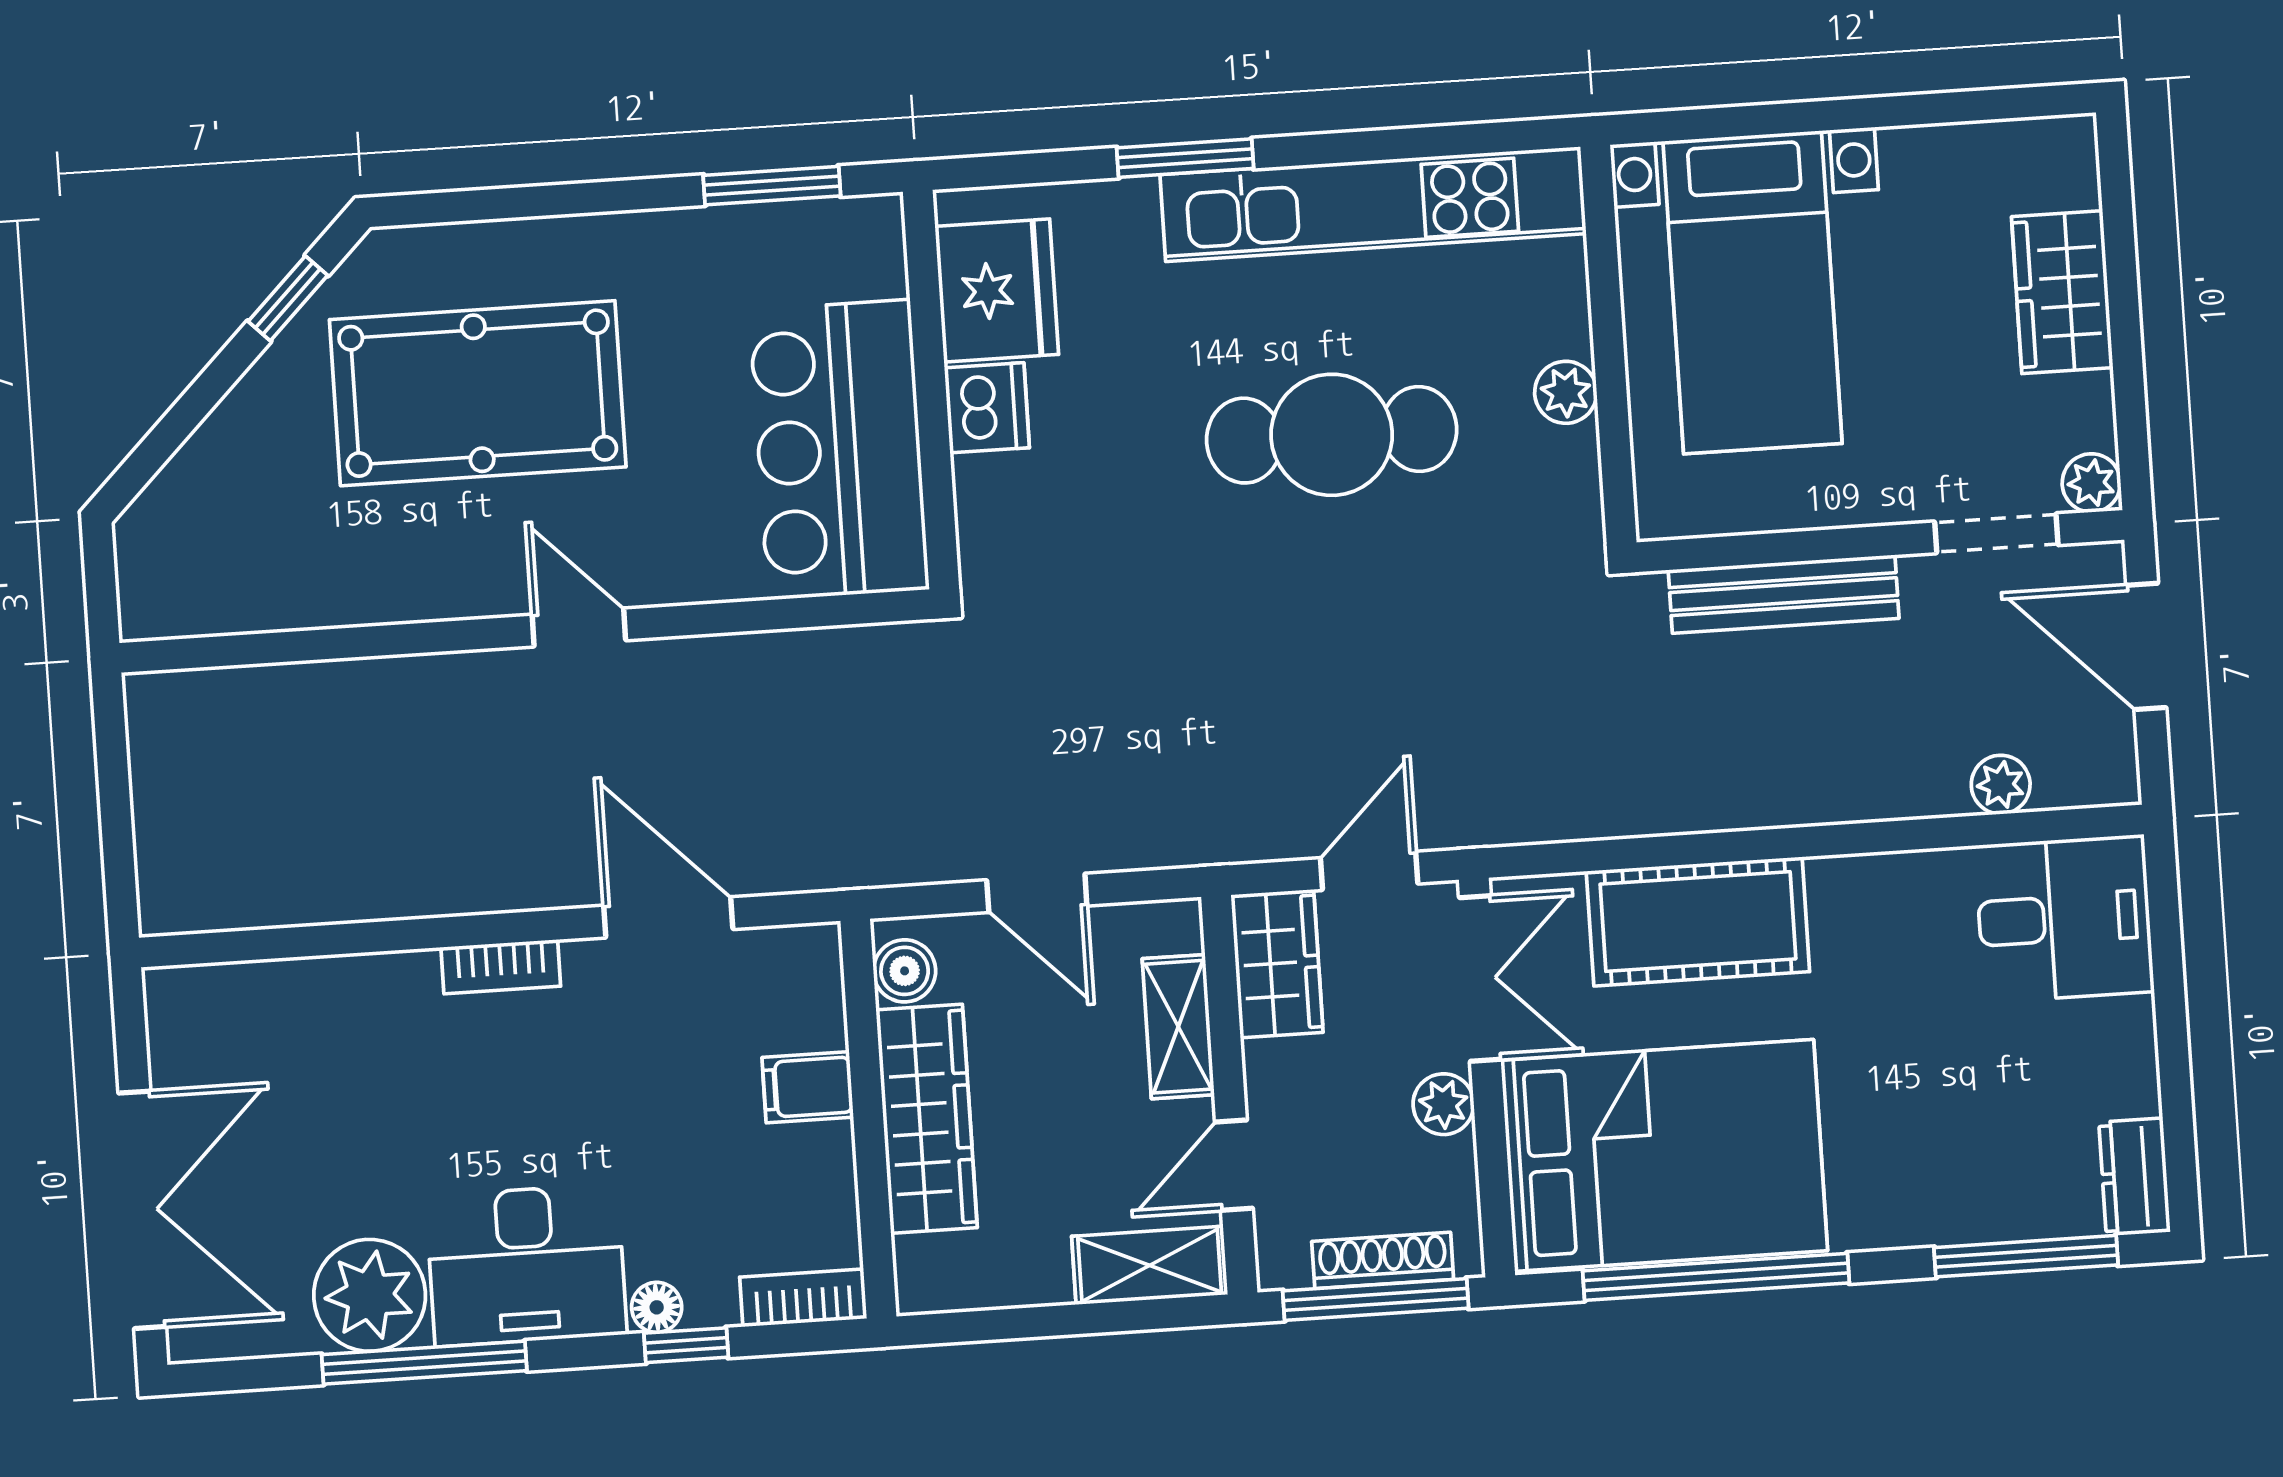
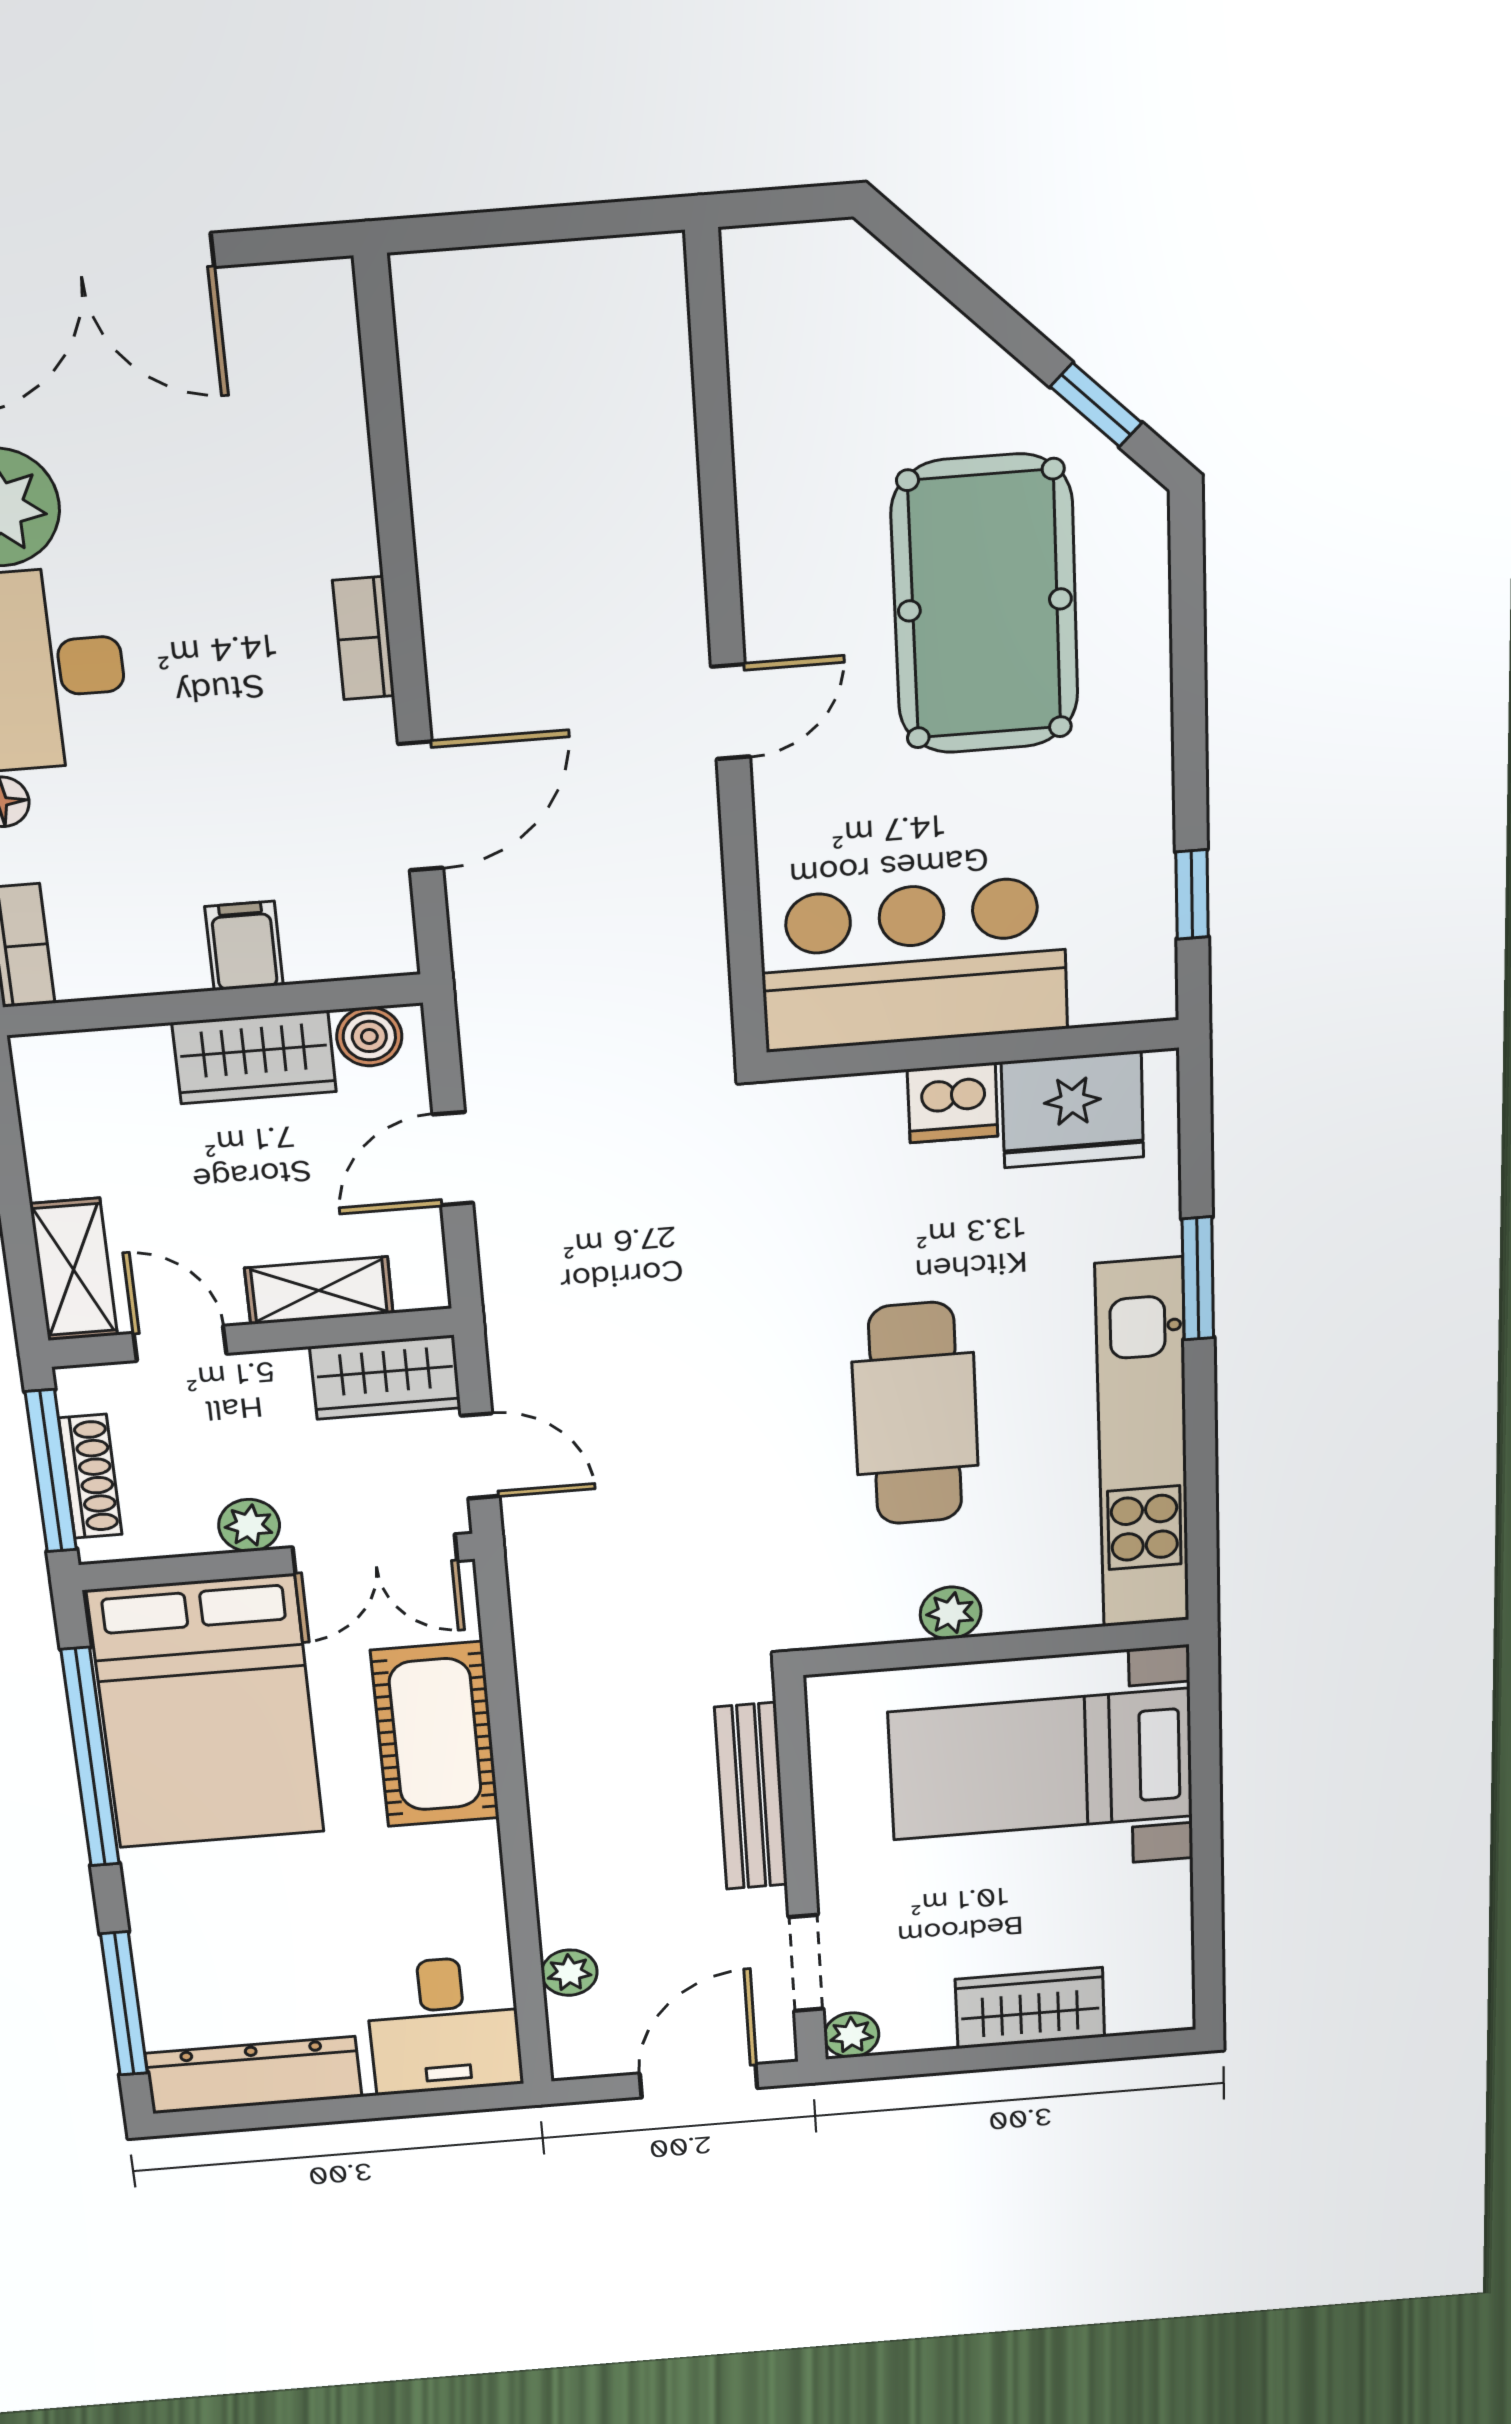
window: (772, 186) -> (1192, 894), width x0.67
wardrobe: (927, 1119) -> (254, 1057), width x0.67
dresser: (2135, 1177) -> (254, 2075), width x1.96, depth x1.24

